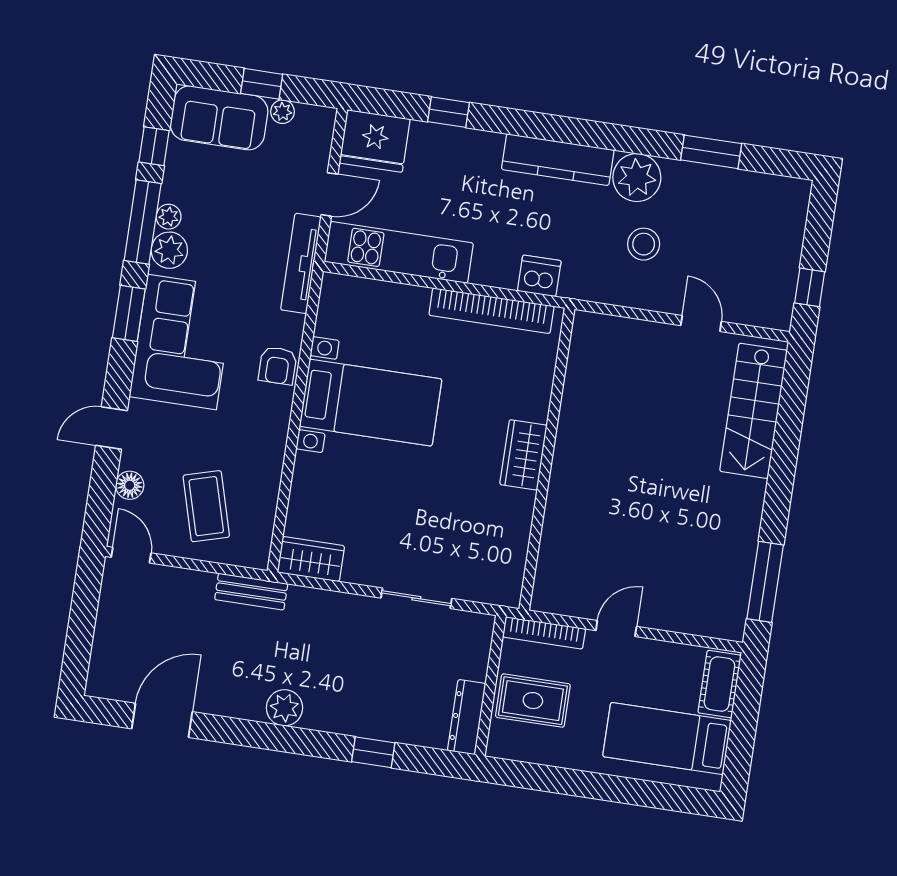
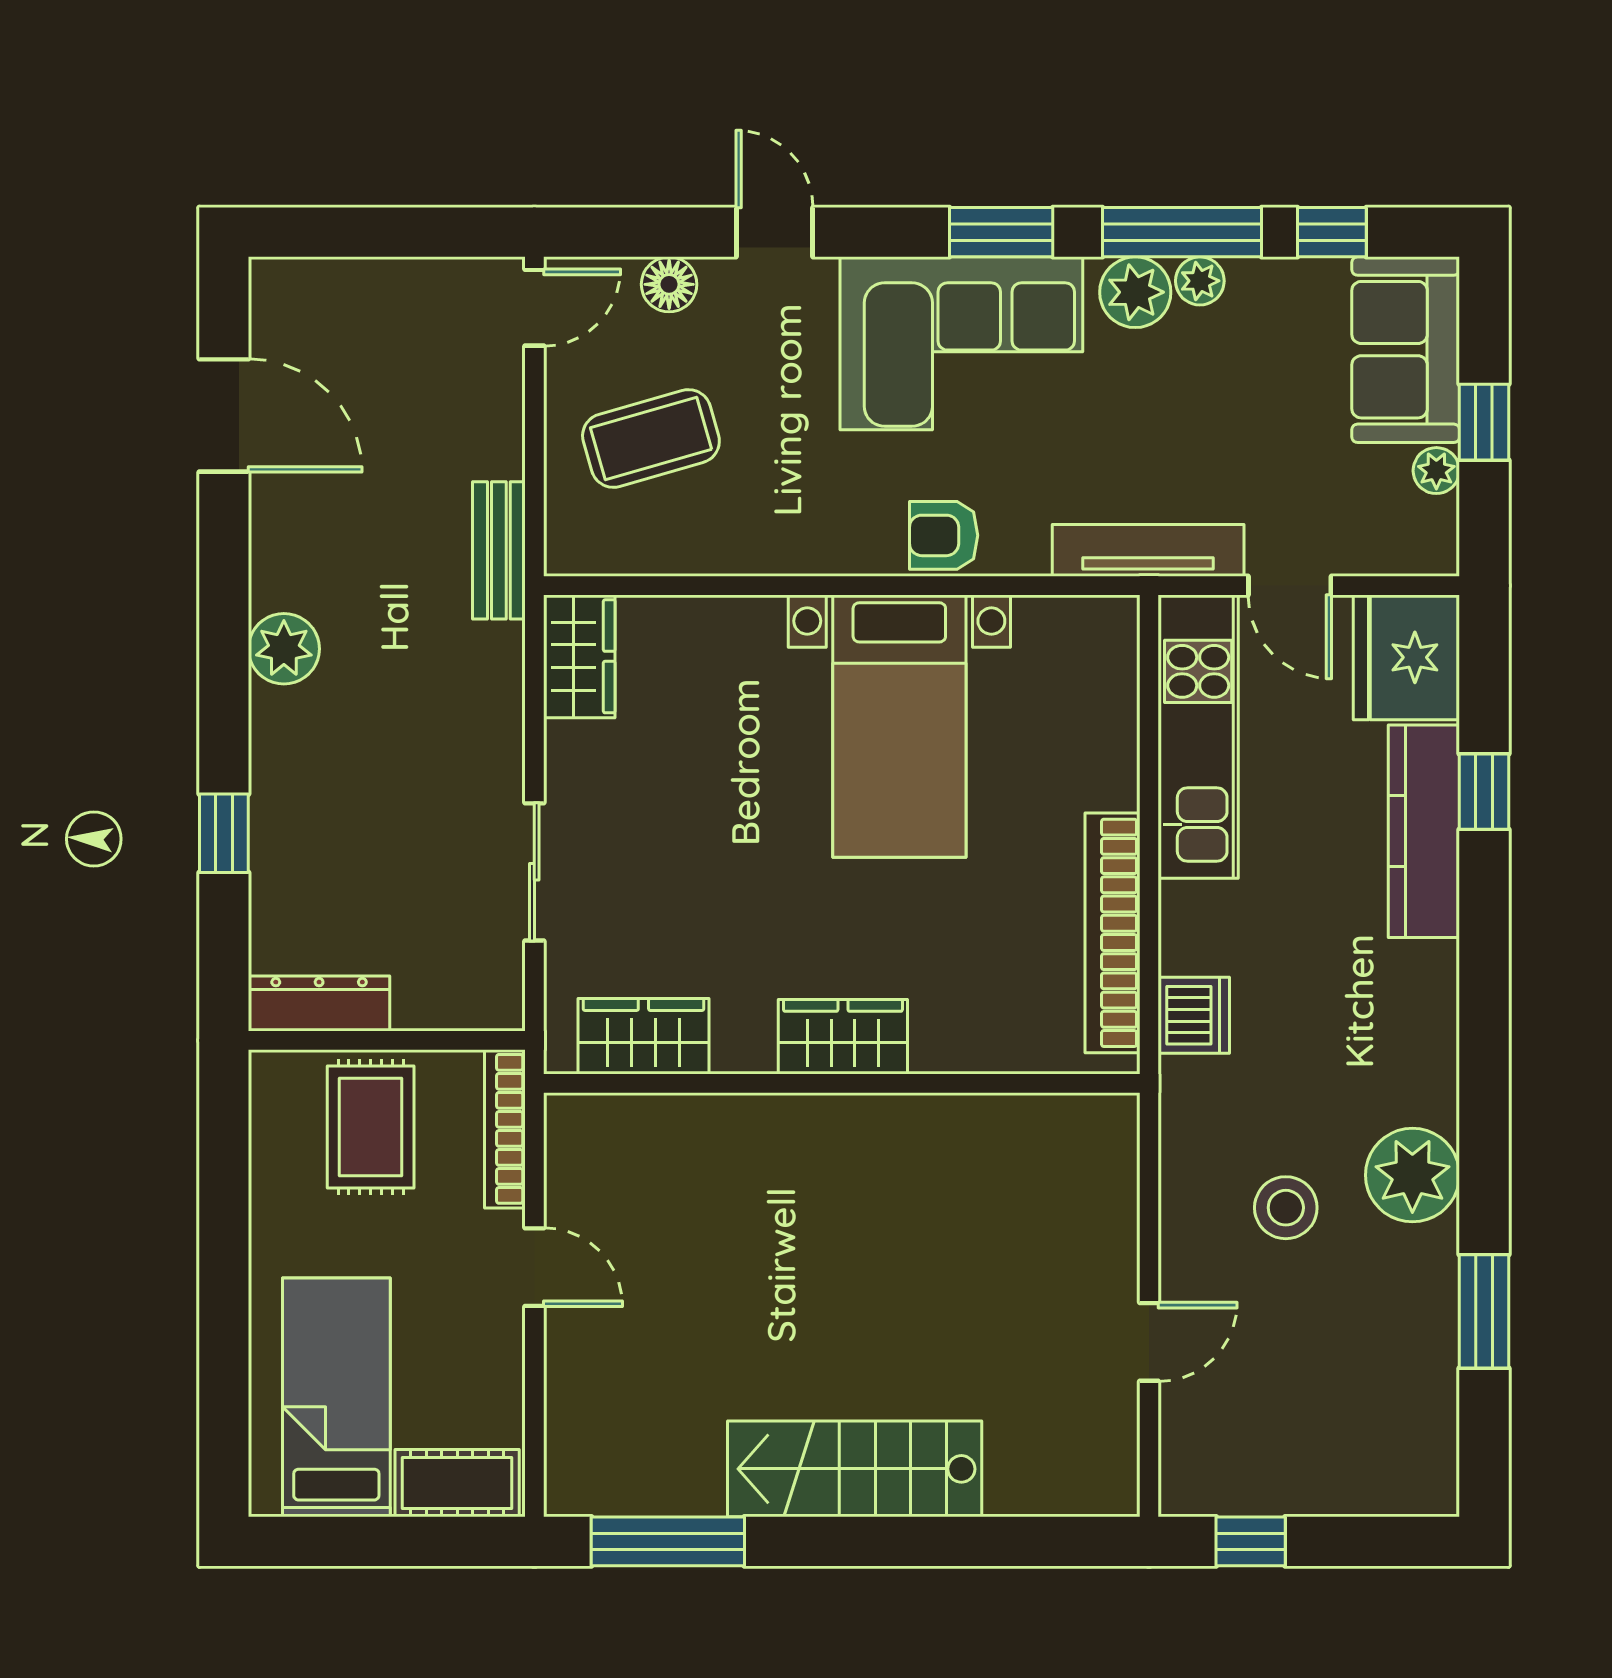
kitchen counter: (558, 160) -> (1424, 831), moved
stairs: (753, 411) -> (855, 1469), moved
wardrobe: (508, 556) -> (643, 1036), added

